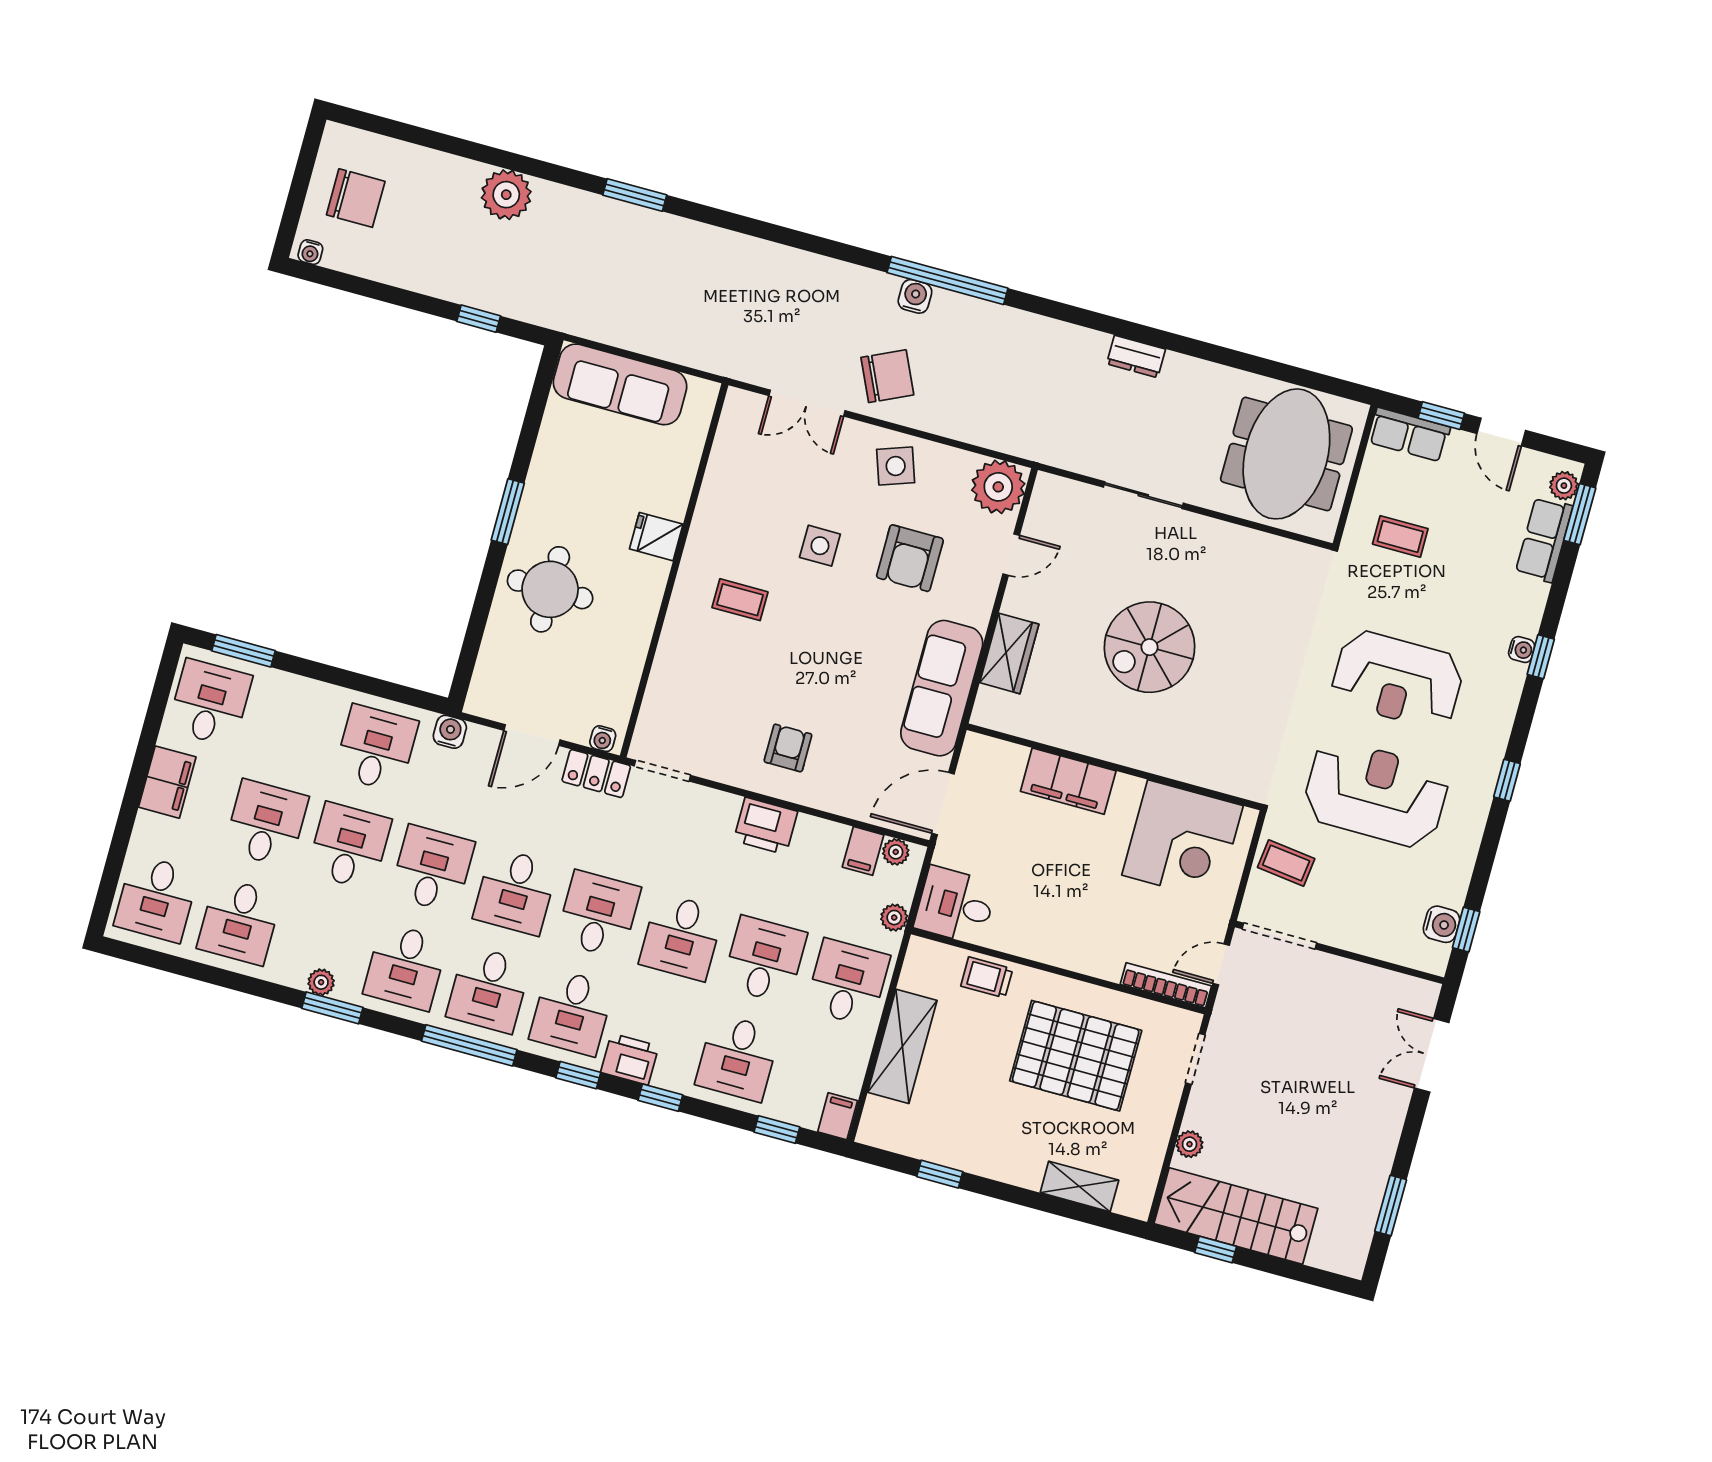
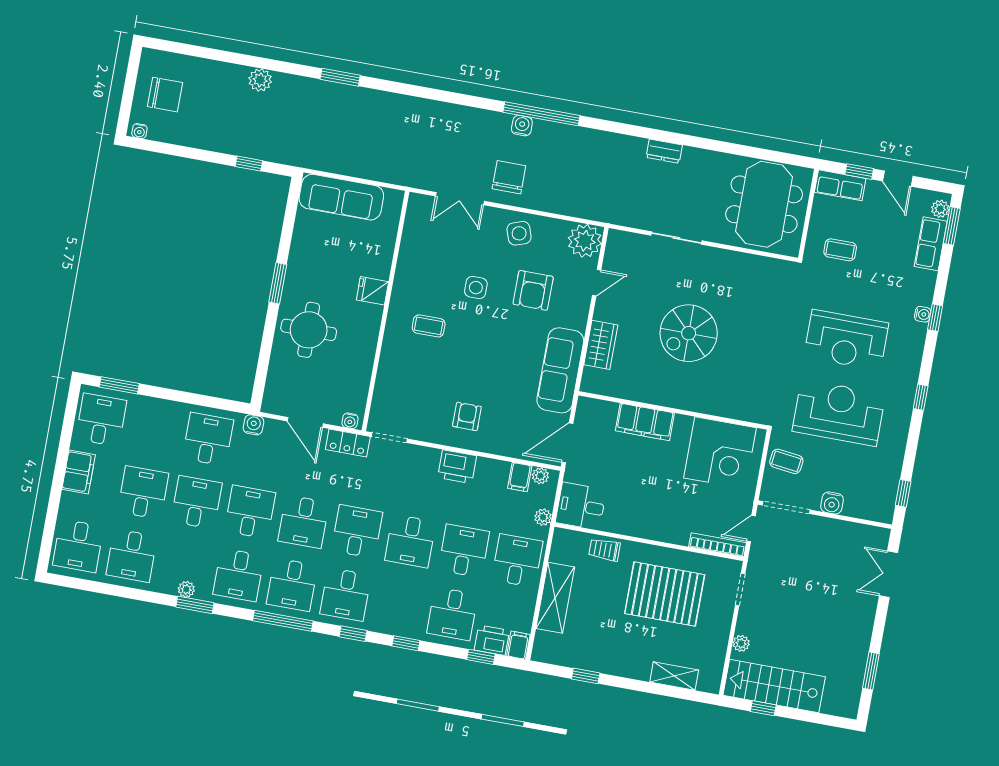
plant: (506, 195) -> (260, 80), width x0.73, depth x0.73
chair: (887, 376) -> (509, 177), turned -65
door: (532, 735) -> (305, 422), hinge flipped
water cooler: (1441, 924) -> (832, 503), moved, turned 90
printer: (630, 1059) -> (492, 640), moved

